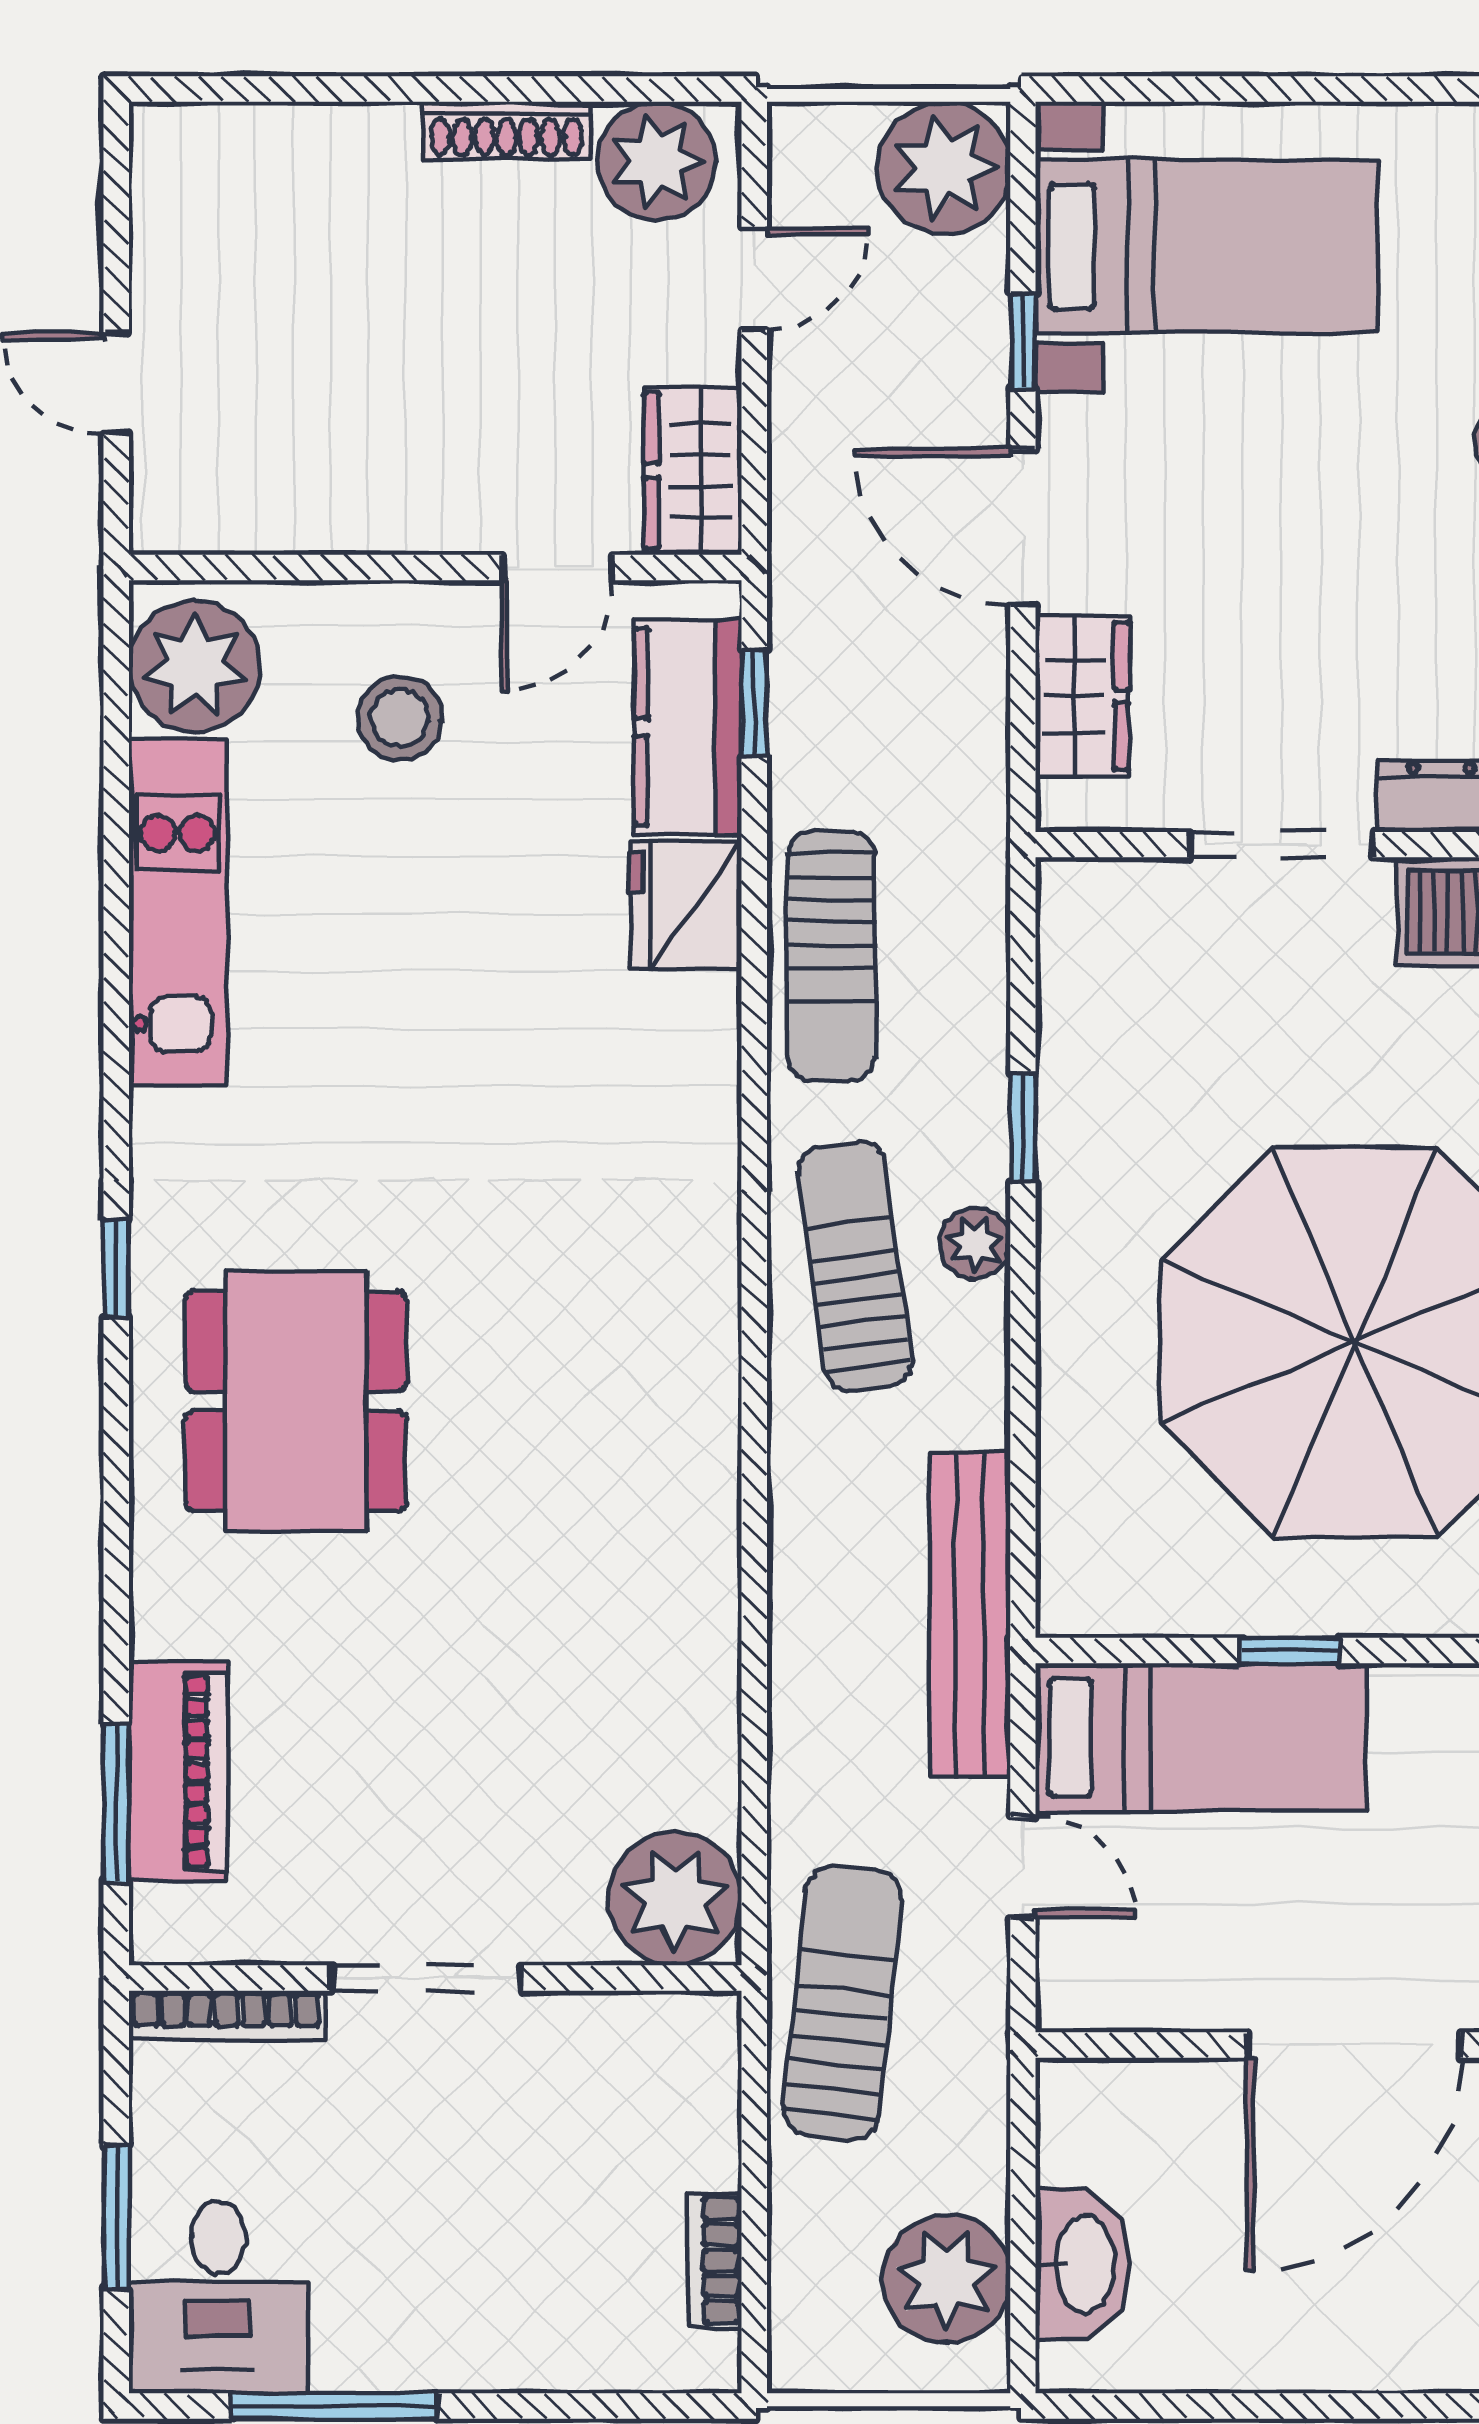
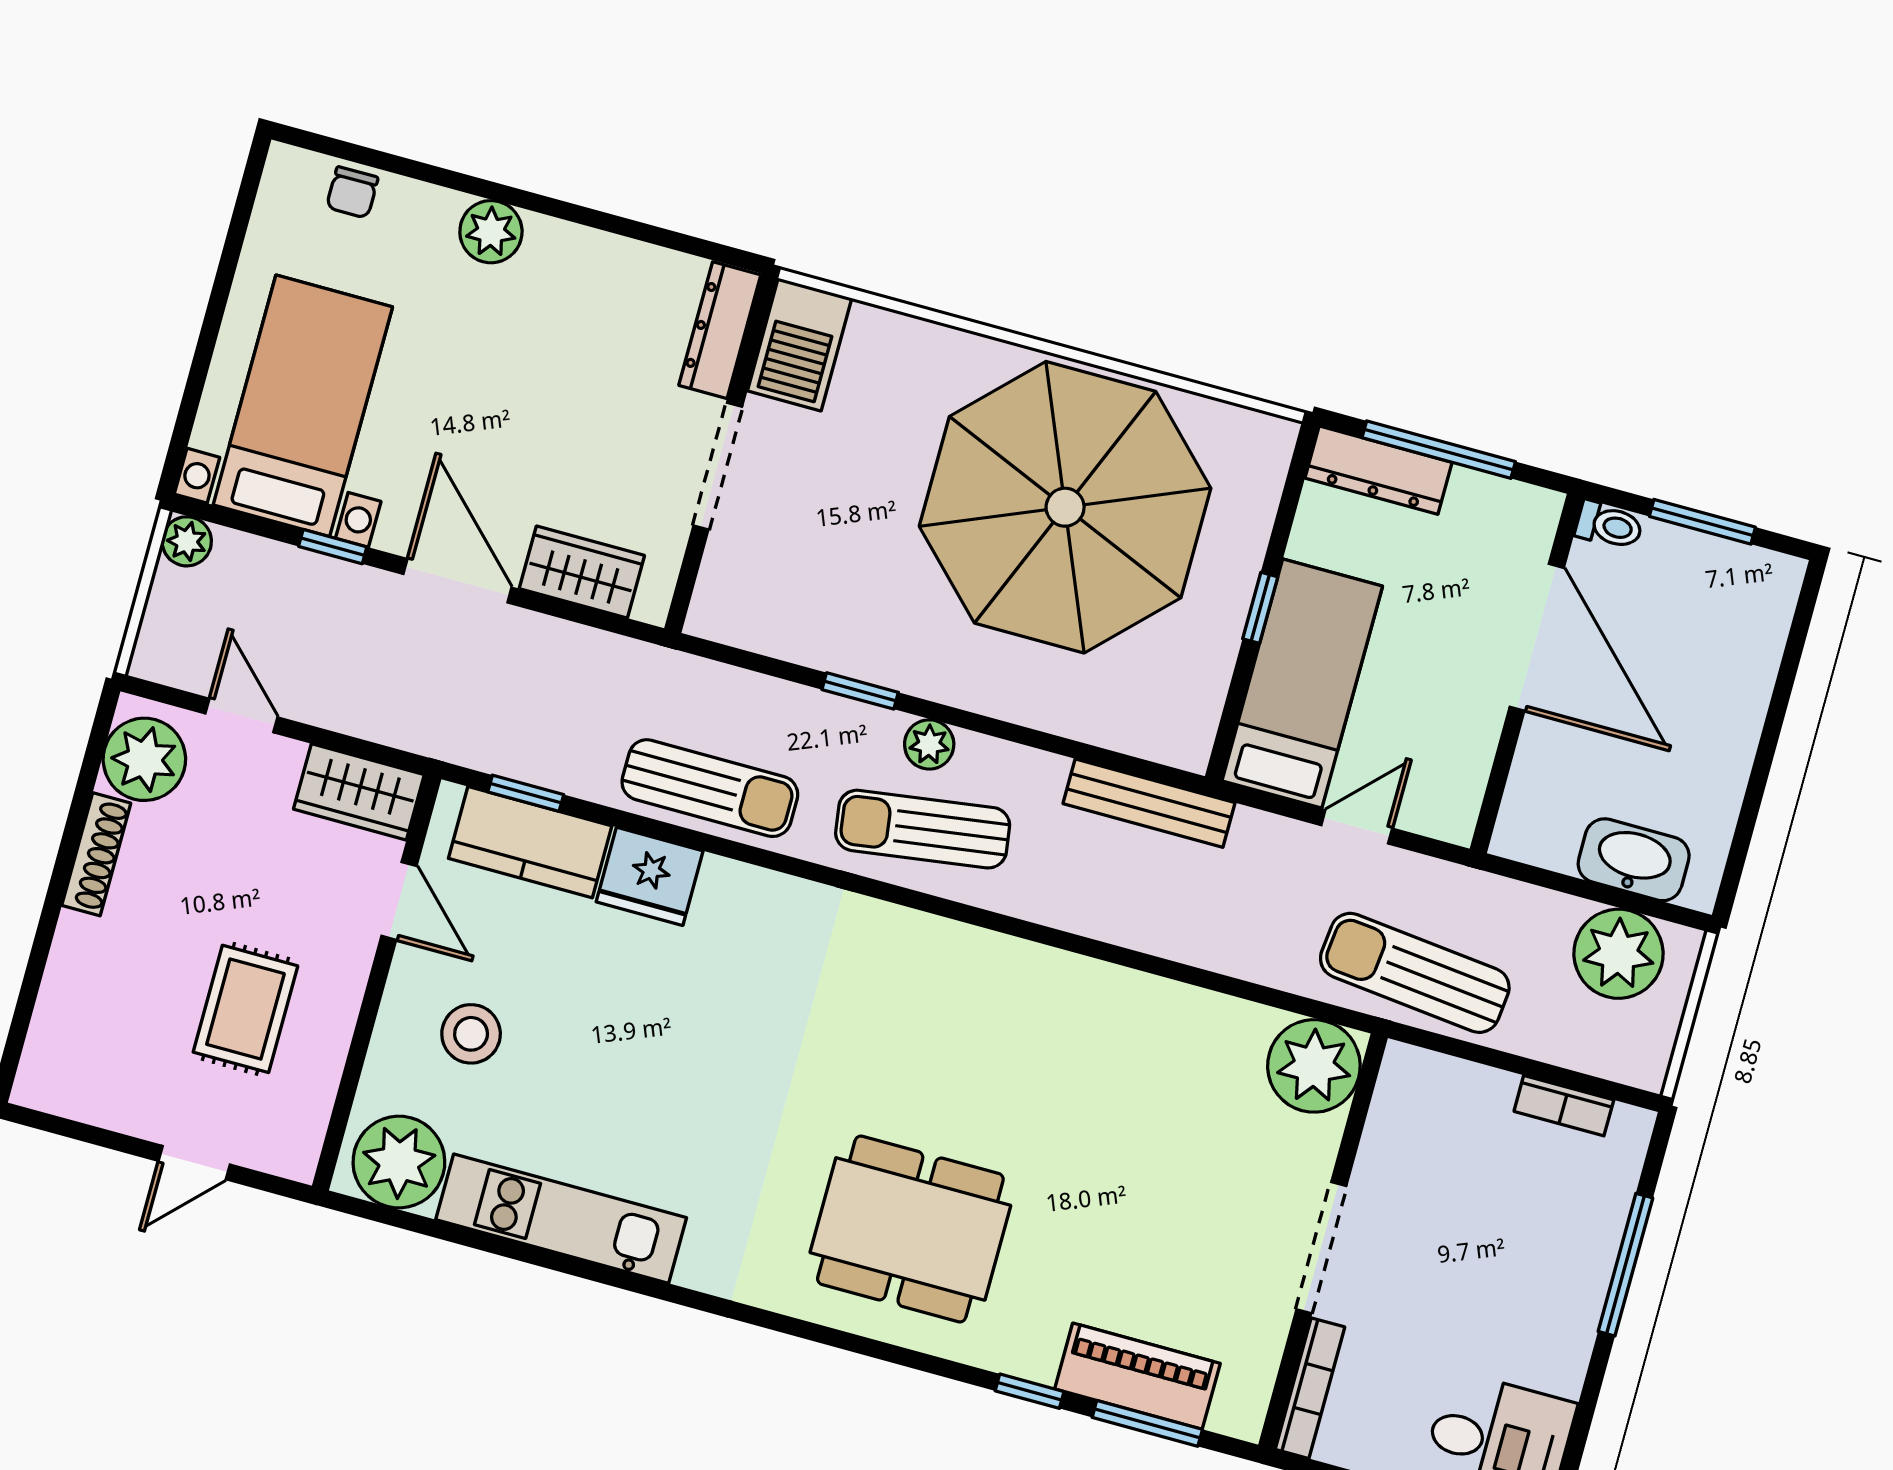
plant: (944, 168) -> (187, 541), width x0.53, depth x0.53
rug: (349, 396) -> (245, 1009), added
door: (1023, 527) -> (457, 581), swing flipped
window: (116, 1268) -> (1030, 1391), moved
bench: (970, 1614) -> (1149, 803), width x0.73, depth x0.82
window: (335, 2406) -> (1625, 1265), moved

